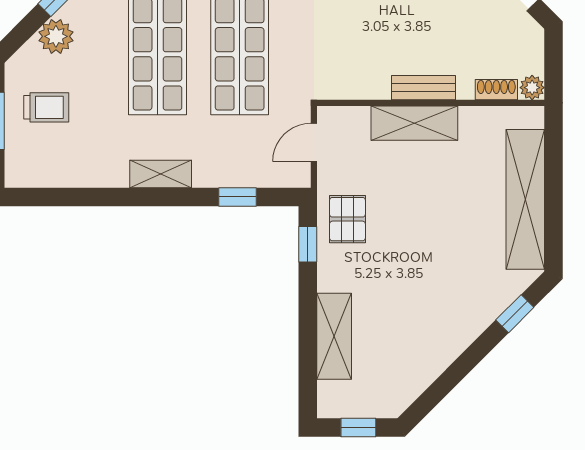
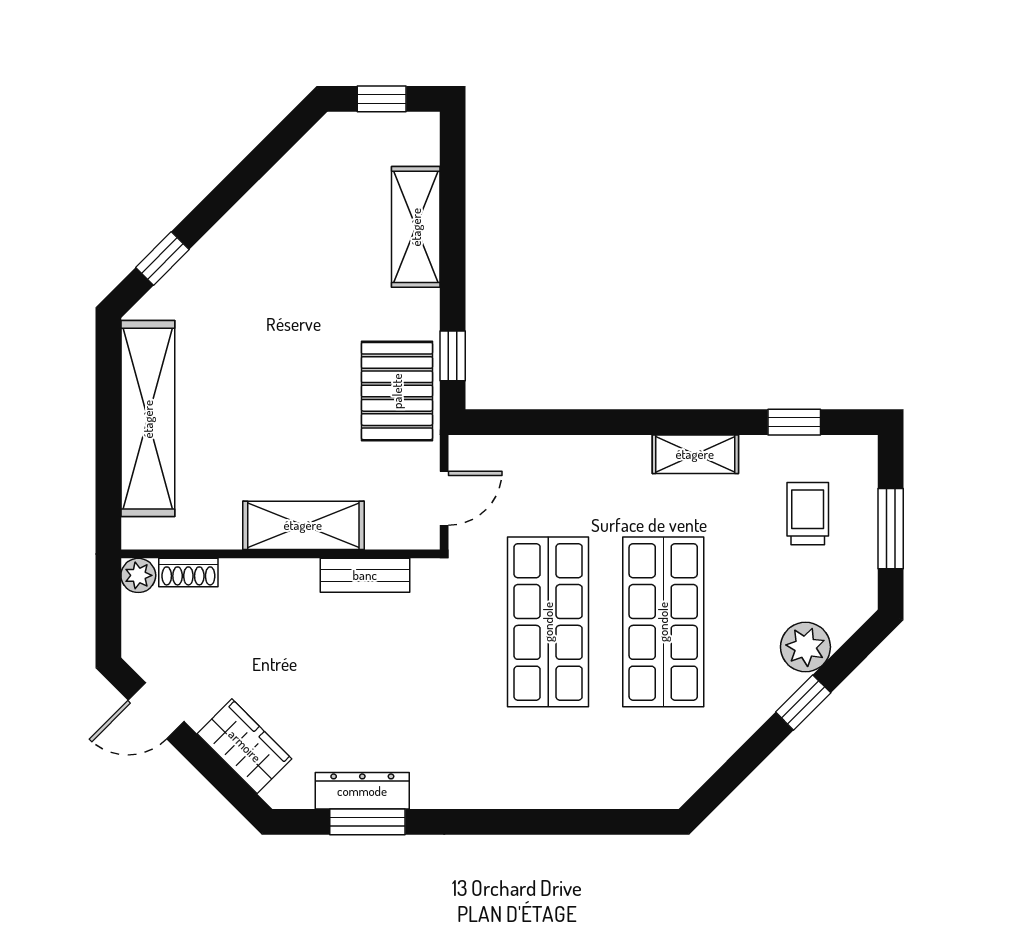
bench: (424, 88) -> (365, 575), moved
trolley: (46, 107) -> (808, 514), moved, turned 90
shelving: (161, 174) -> (695, 454), moved
window: (238, 197) -> (794, 422), moved
pallet: (347, 219) -> (397, 391), width x1.50, depth x1.42

